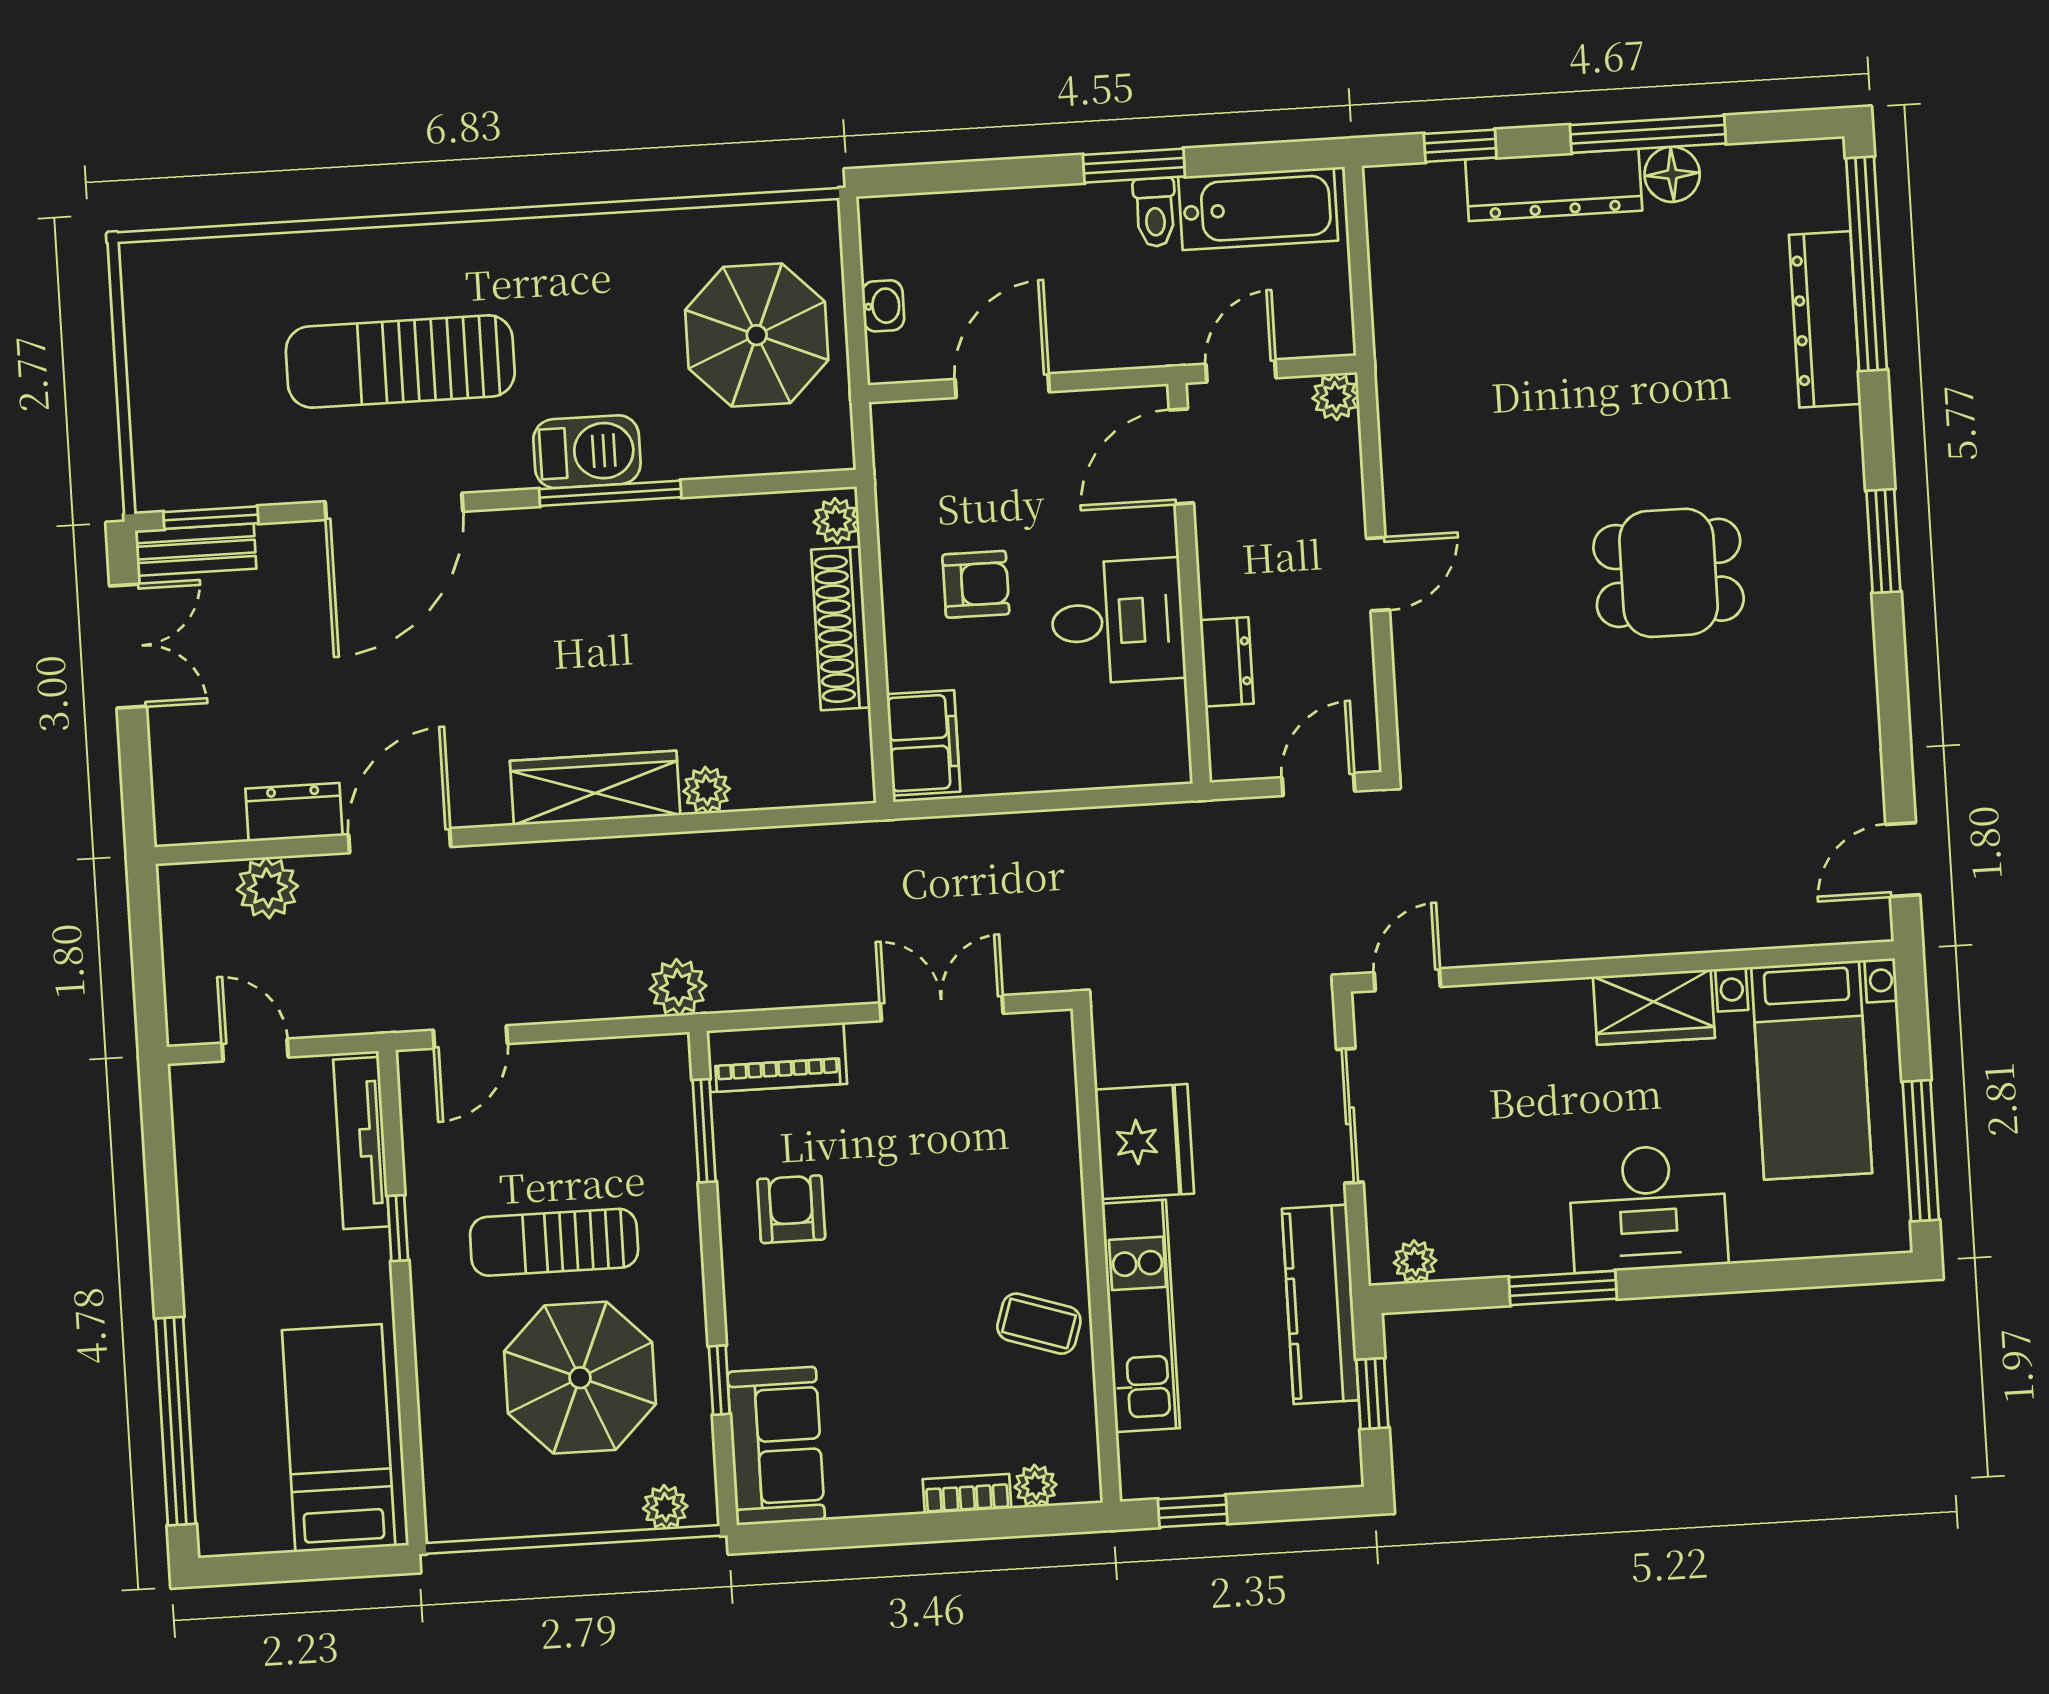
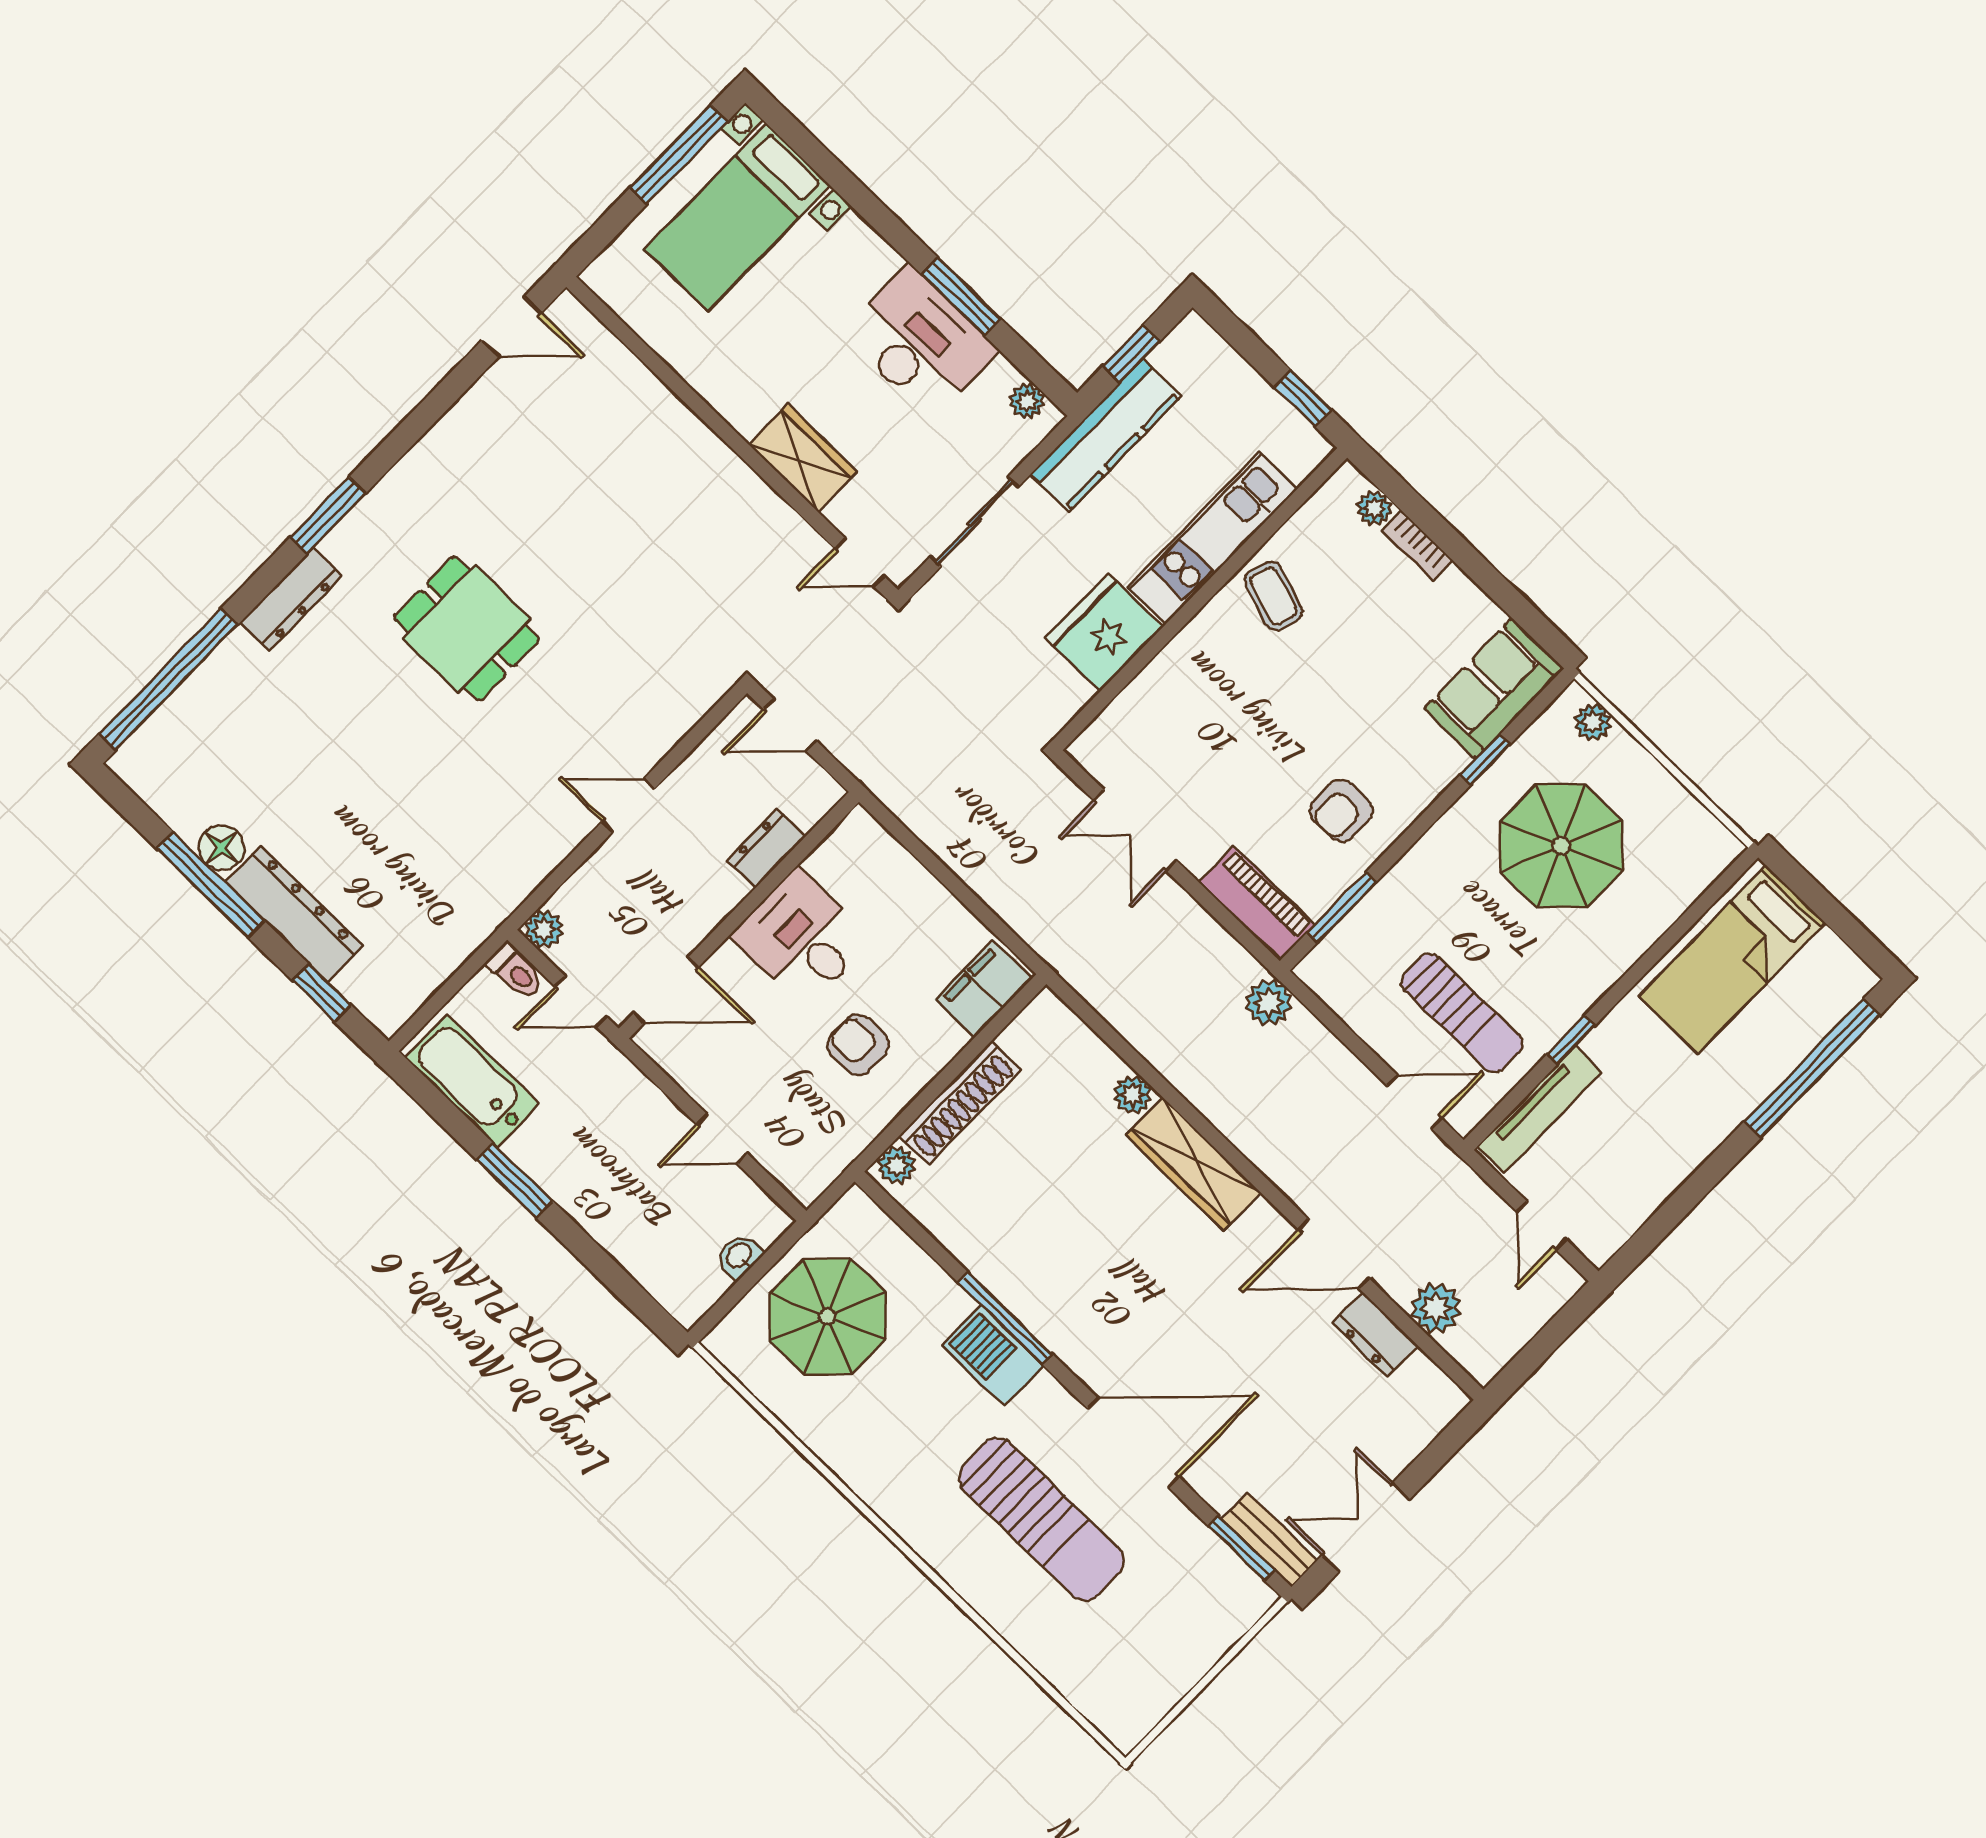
toilet: (1155, 212) -> (515, 971), moved, turned 90
dresser: (1825, 319) -> (291, 599), moved, width x0.73, depth x0.80
door: (1002, 386) -> (722, 1139), width x0.73
wardrobe: (1654, 1007) -> (803, 458), moved
bed with nightstands: (1812, 1070) -> (737, 217), moved, turned 180
desk: (1648, 1208) -> (920, 342), moved
sun lounger: (554, 1242) -> (1462, 1013), moved

